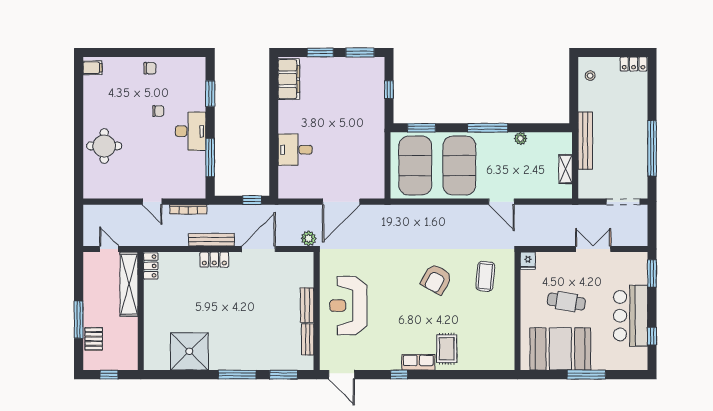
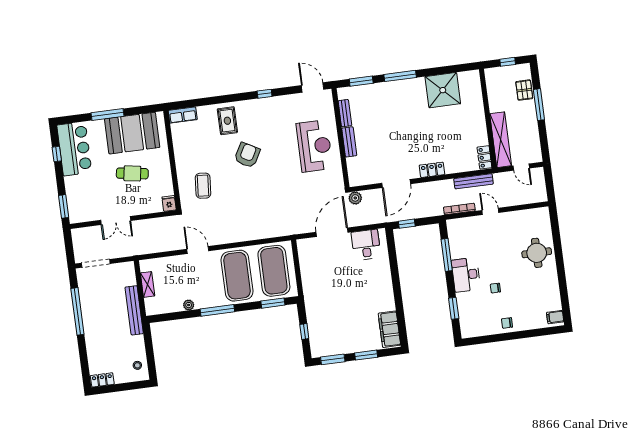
desk: (295, 150) -> (366, 245), moved, turned -90
bench: (211, 240) -> (473, 181), moved
armchair: (436, 279) -> (247, 155), moved
bar counter: (631, 316) -> (74, 149), moved
row of seats: (418, 362) -> (183, 115), moved

